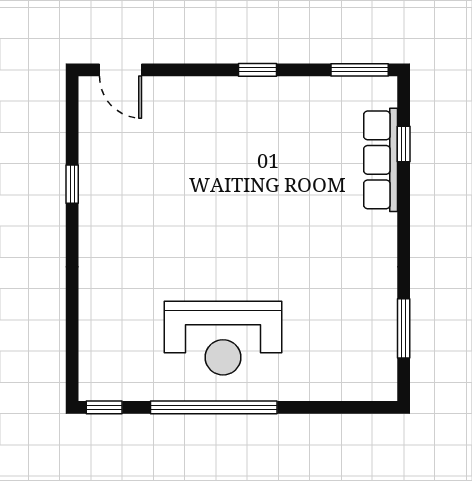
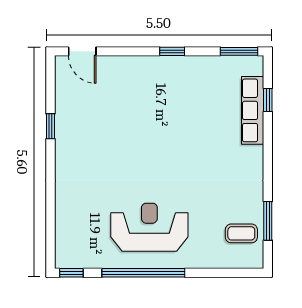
reception desk: (223, 338) -> (149, 227), turned 180
coffee table: (363, 348) -> (241, 233), added

